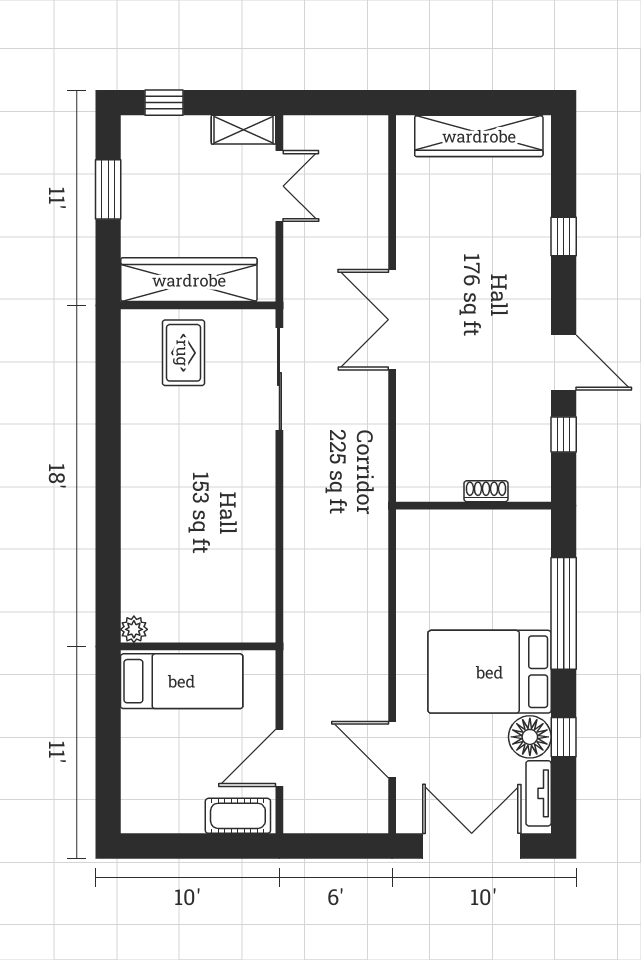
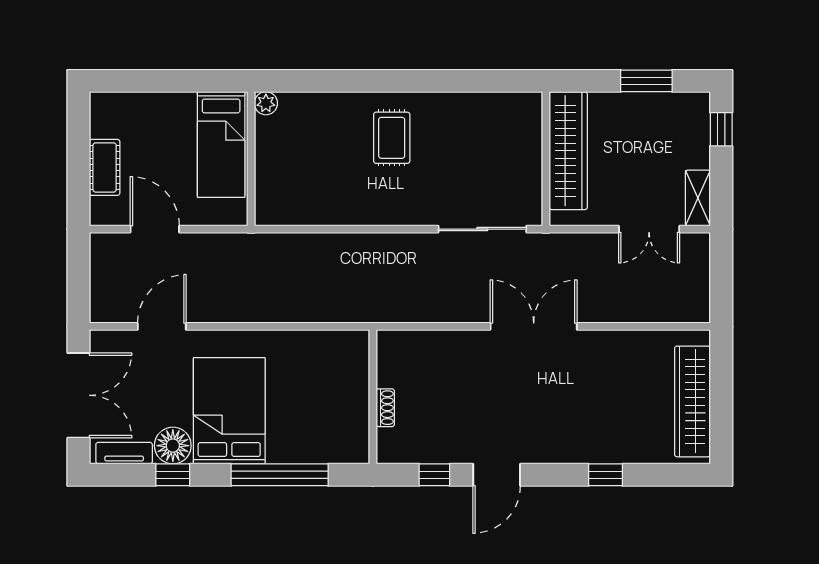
rug: (183, 353) -> (392, 138), moved, turned 90
cot: (238, 816) -> (105, 167), moved

